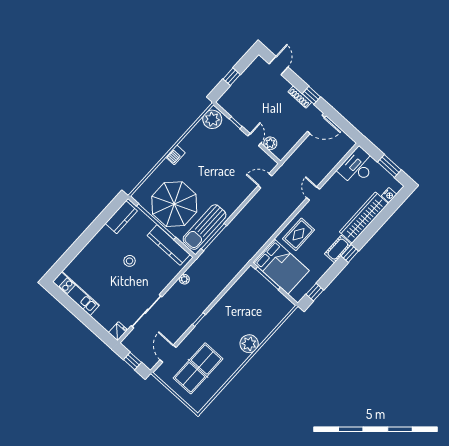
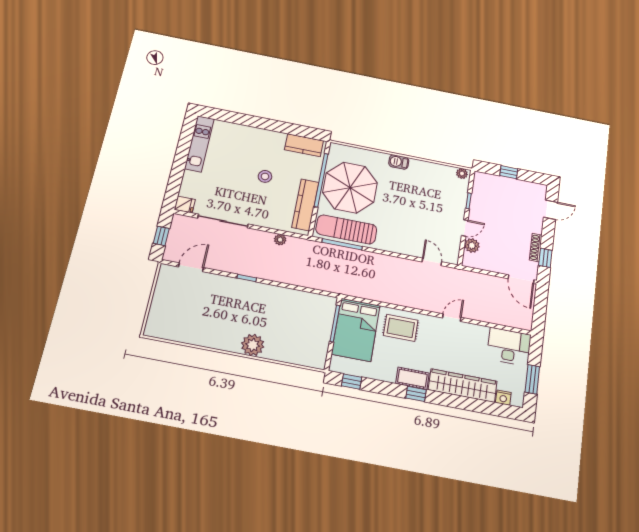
plant: (212, 119) -> (462, 174), width x0.53, depth x0.53
table tennis table: (198, 368) -> (193, 307), removed

